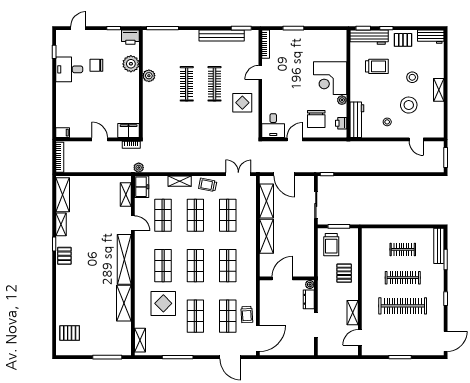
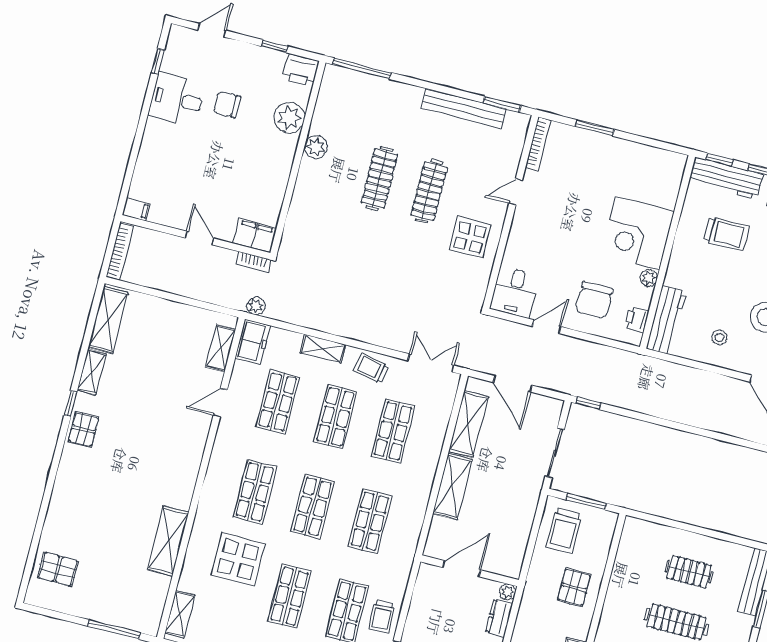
door: (133, 223) -> (220, 403), swing flipped
shelving: (124, 259) -> (189, 463), removed

